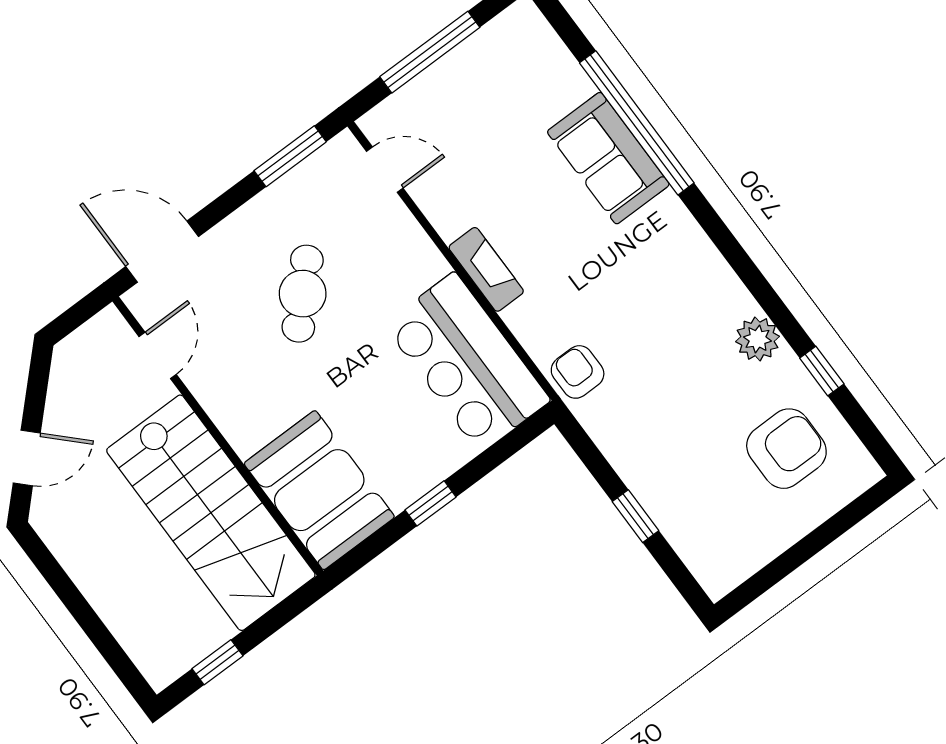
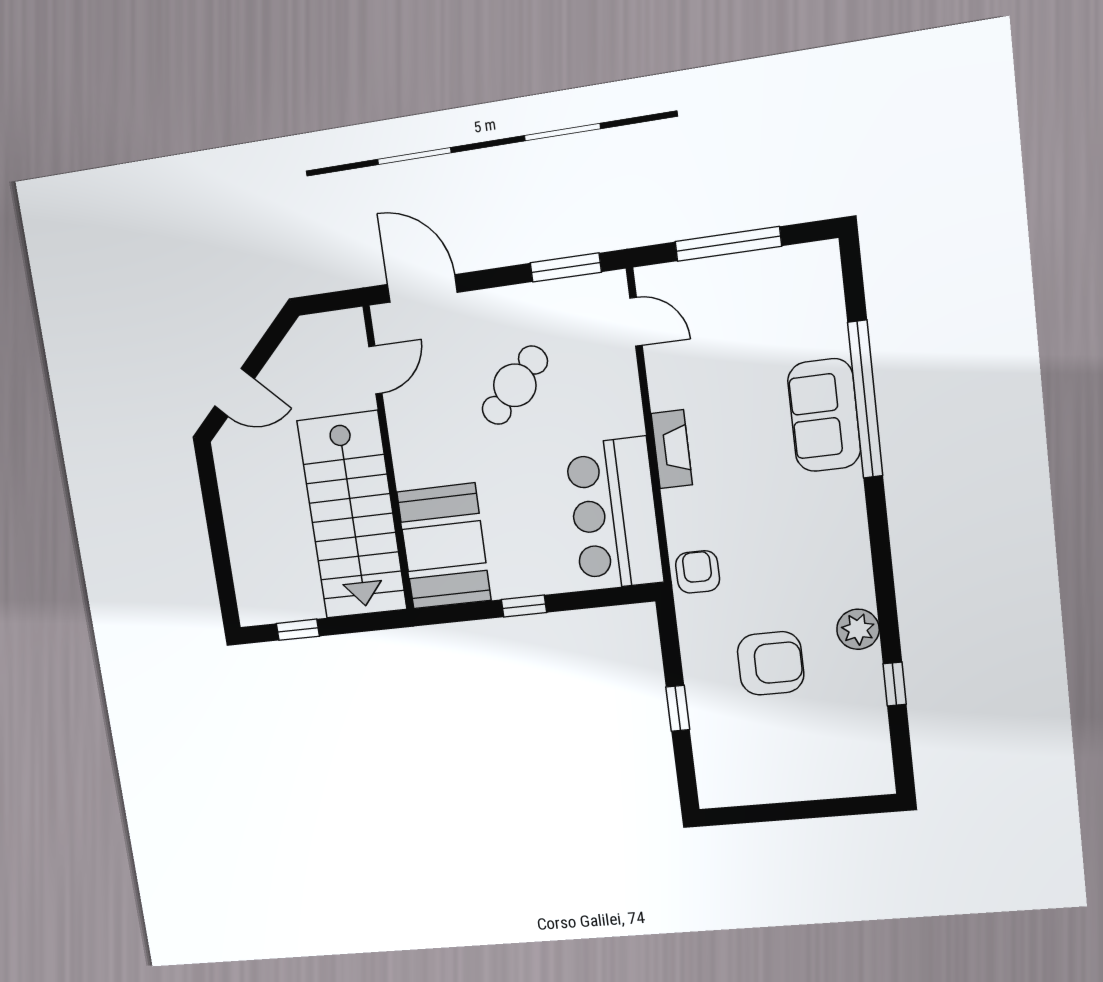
armchair: (786, 449) -> (771, 663), moved

